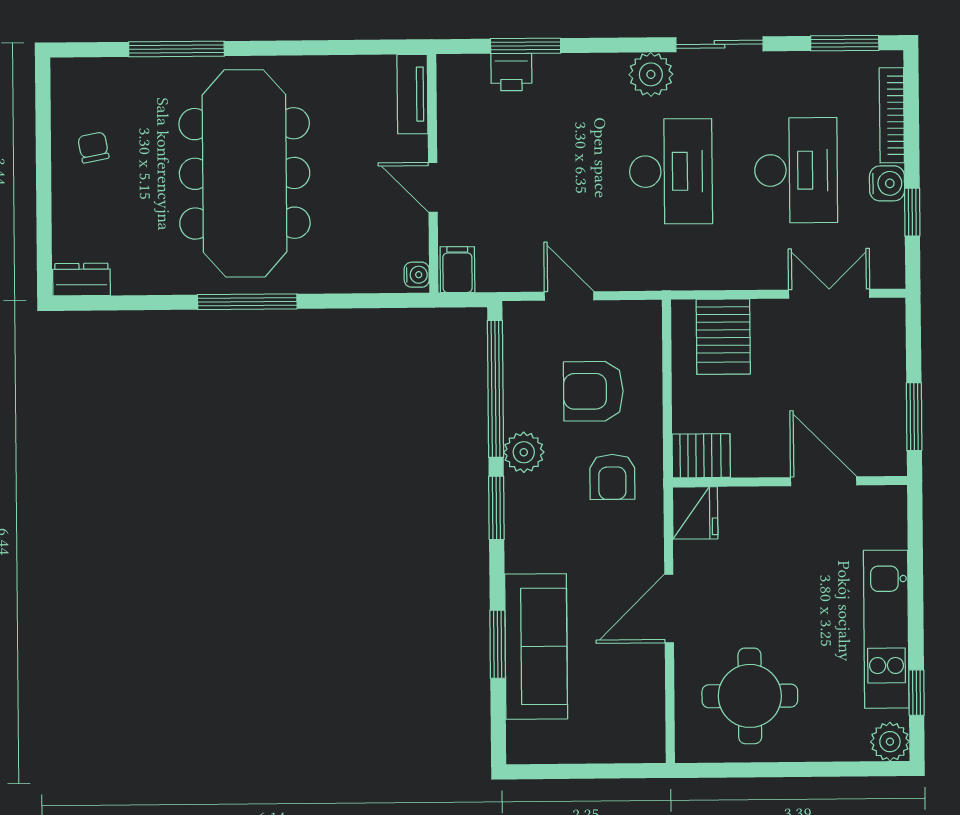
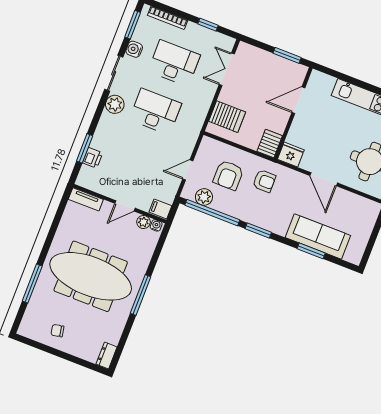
water cooler: (887, 183) -> (134, 49), moved, turned -90
plant: (413, 243) -> (143, 222), added
plant: (524, 452) -> (204, 197), moved

